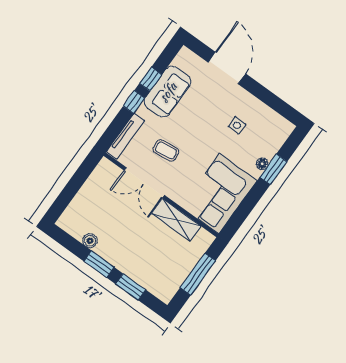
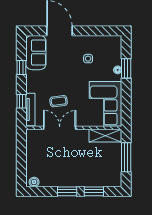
sofa: (168, 92) -> (36, 53), moved
window: (134, 102) -> (21, 101), moved
double door: (144, 183) -> (60, 128), swing flipped
shelving: (176, 220) -> (105, 136), moved
boiler: (90, 241) -> (34, 182), moved

